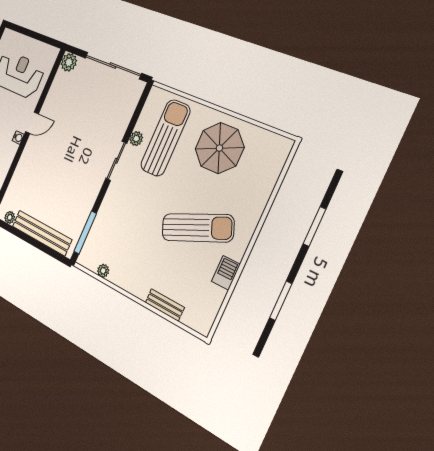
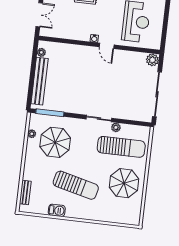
sun lounger: (197, 228) -> (76, 185), turned -53
parasol: (126, 239) -> (55, 142), added
bench: (165, 305) -> (25, 192), moved

